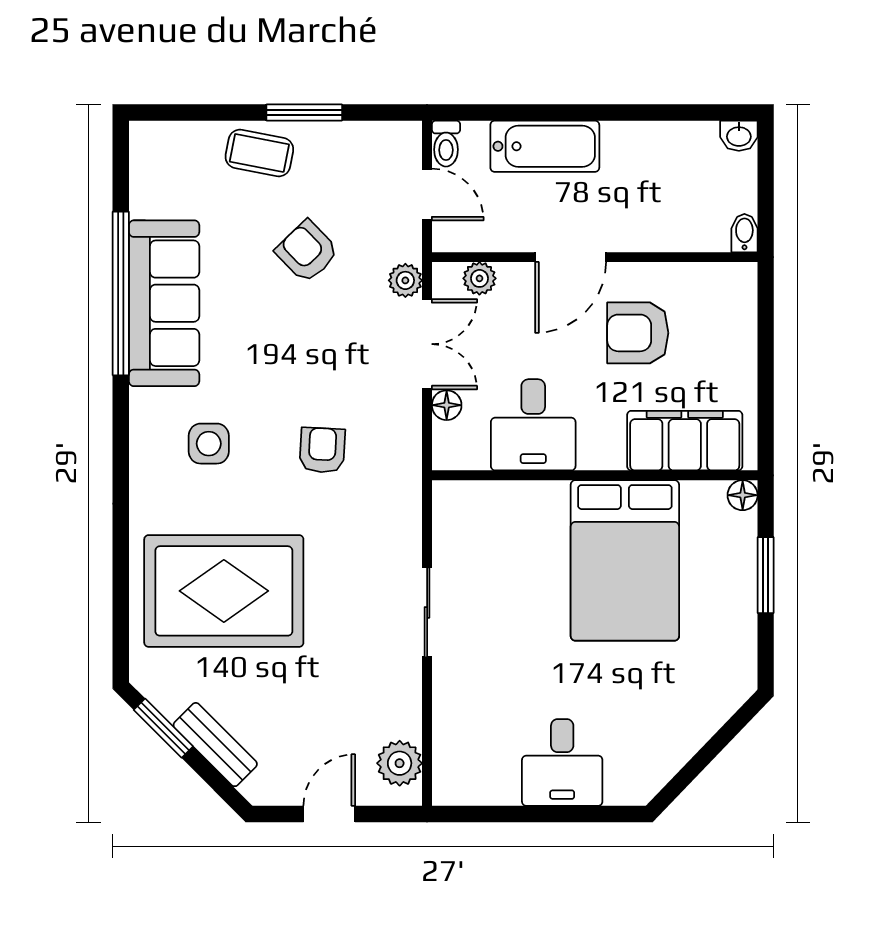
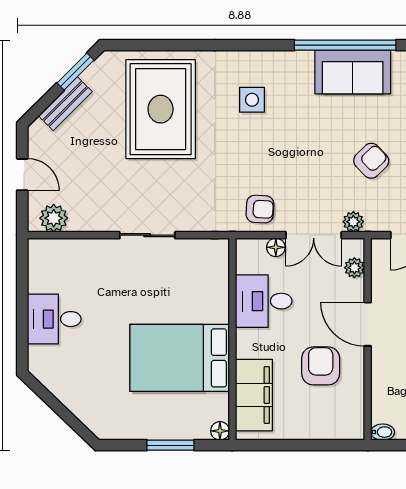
sofa: (164, 303) -> (353, 72), width x0.73
armchair: (322, 450) -> (260, 209), moved

